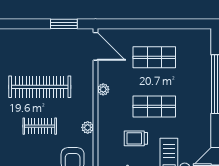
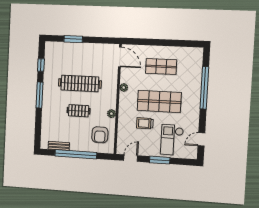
window: (64, 24) -> (73, 39), moved
shop shelf: (154, 106) -> (159, 101), width x1.43, depth x1.36

